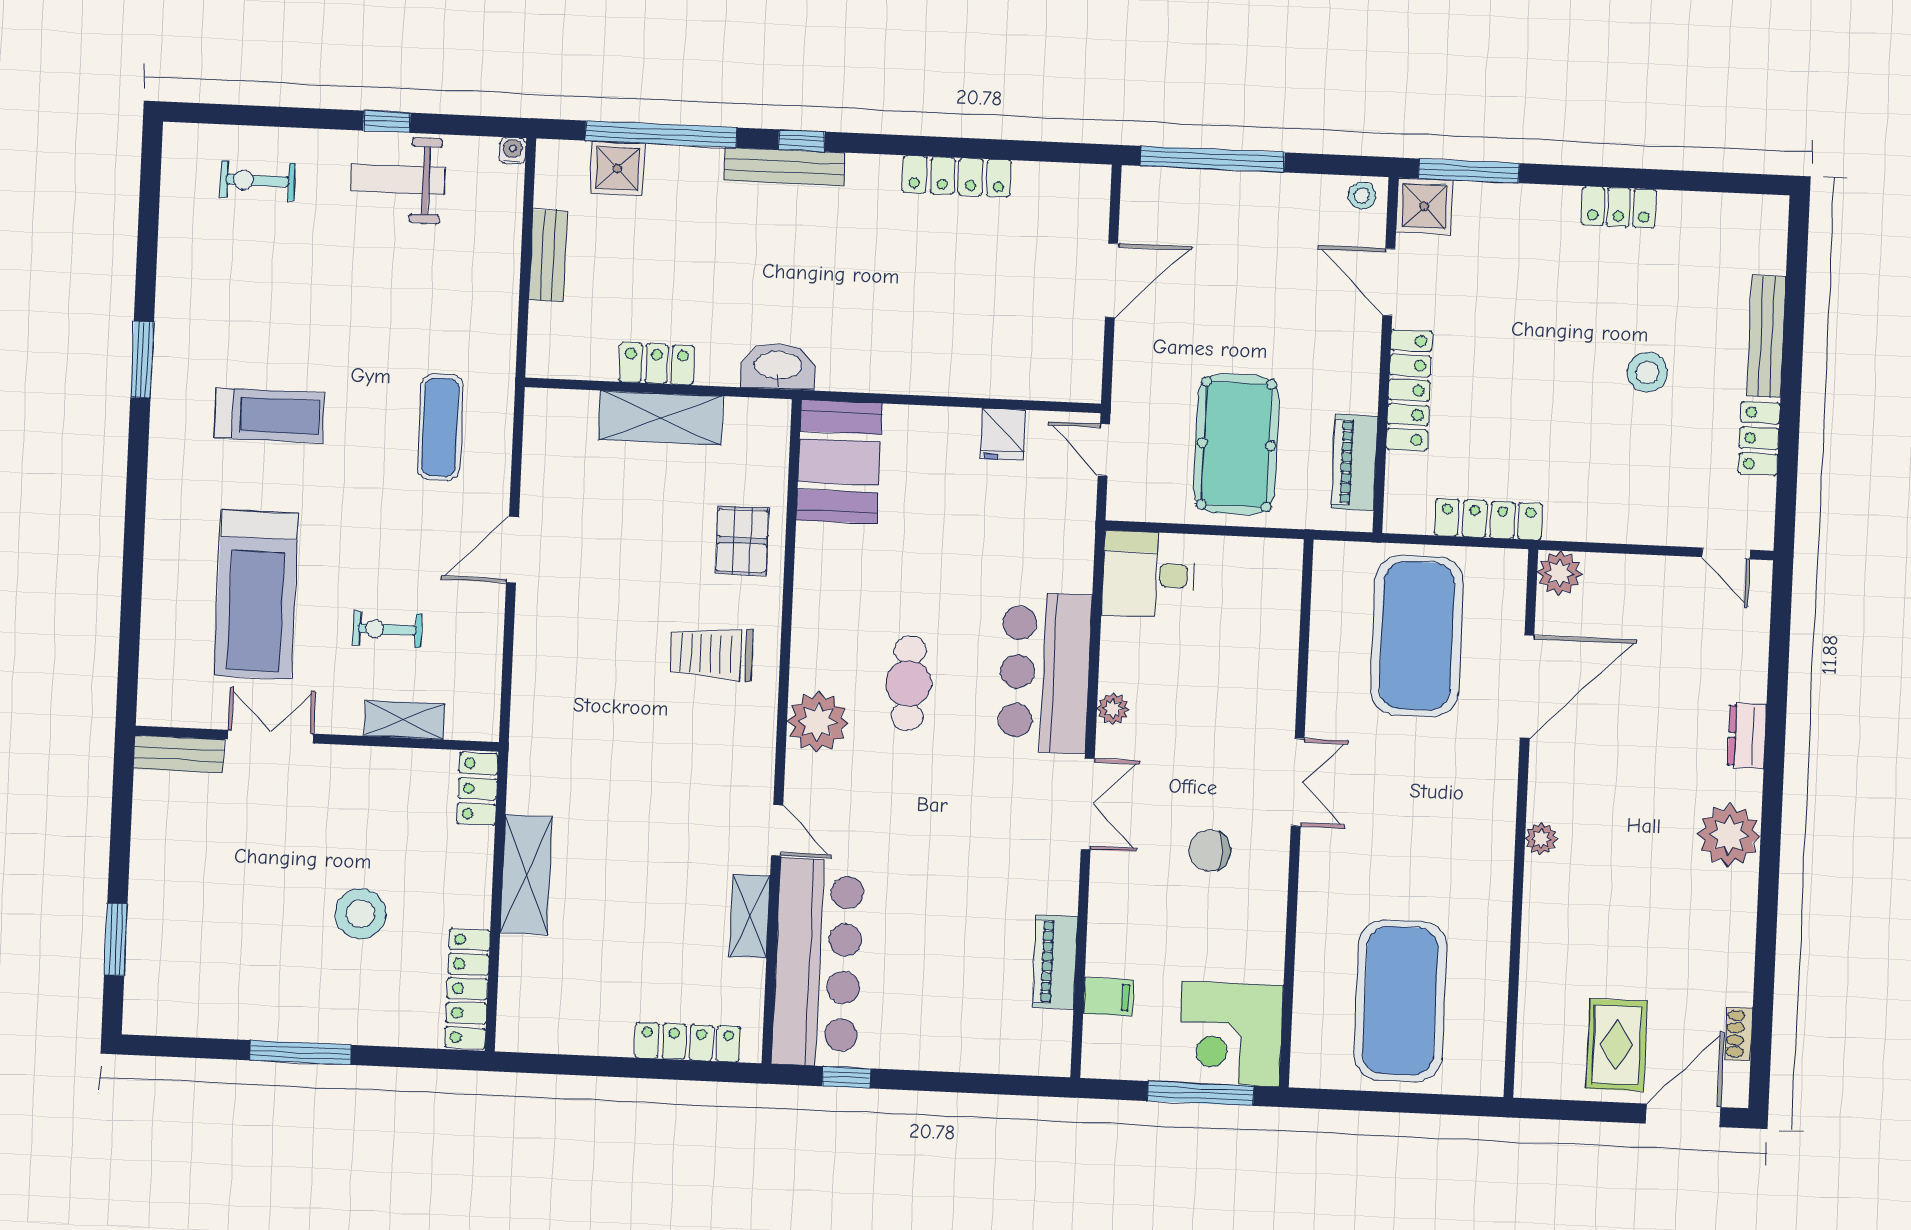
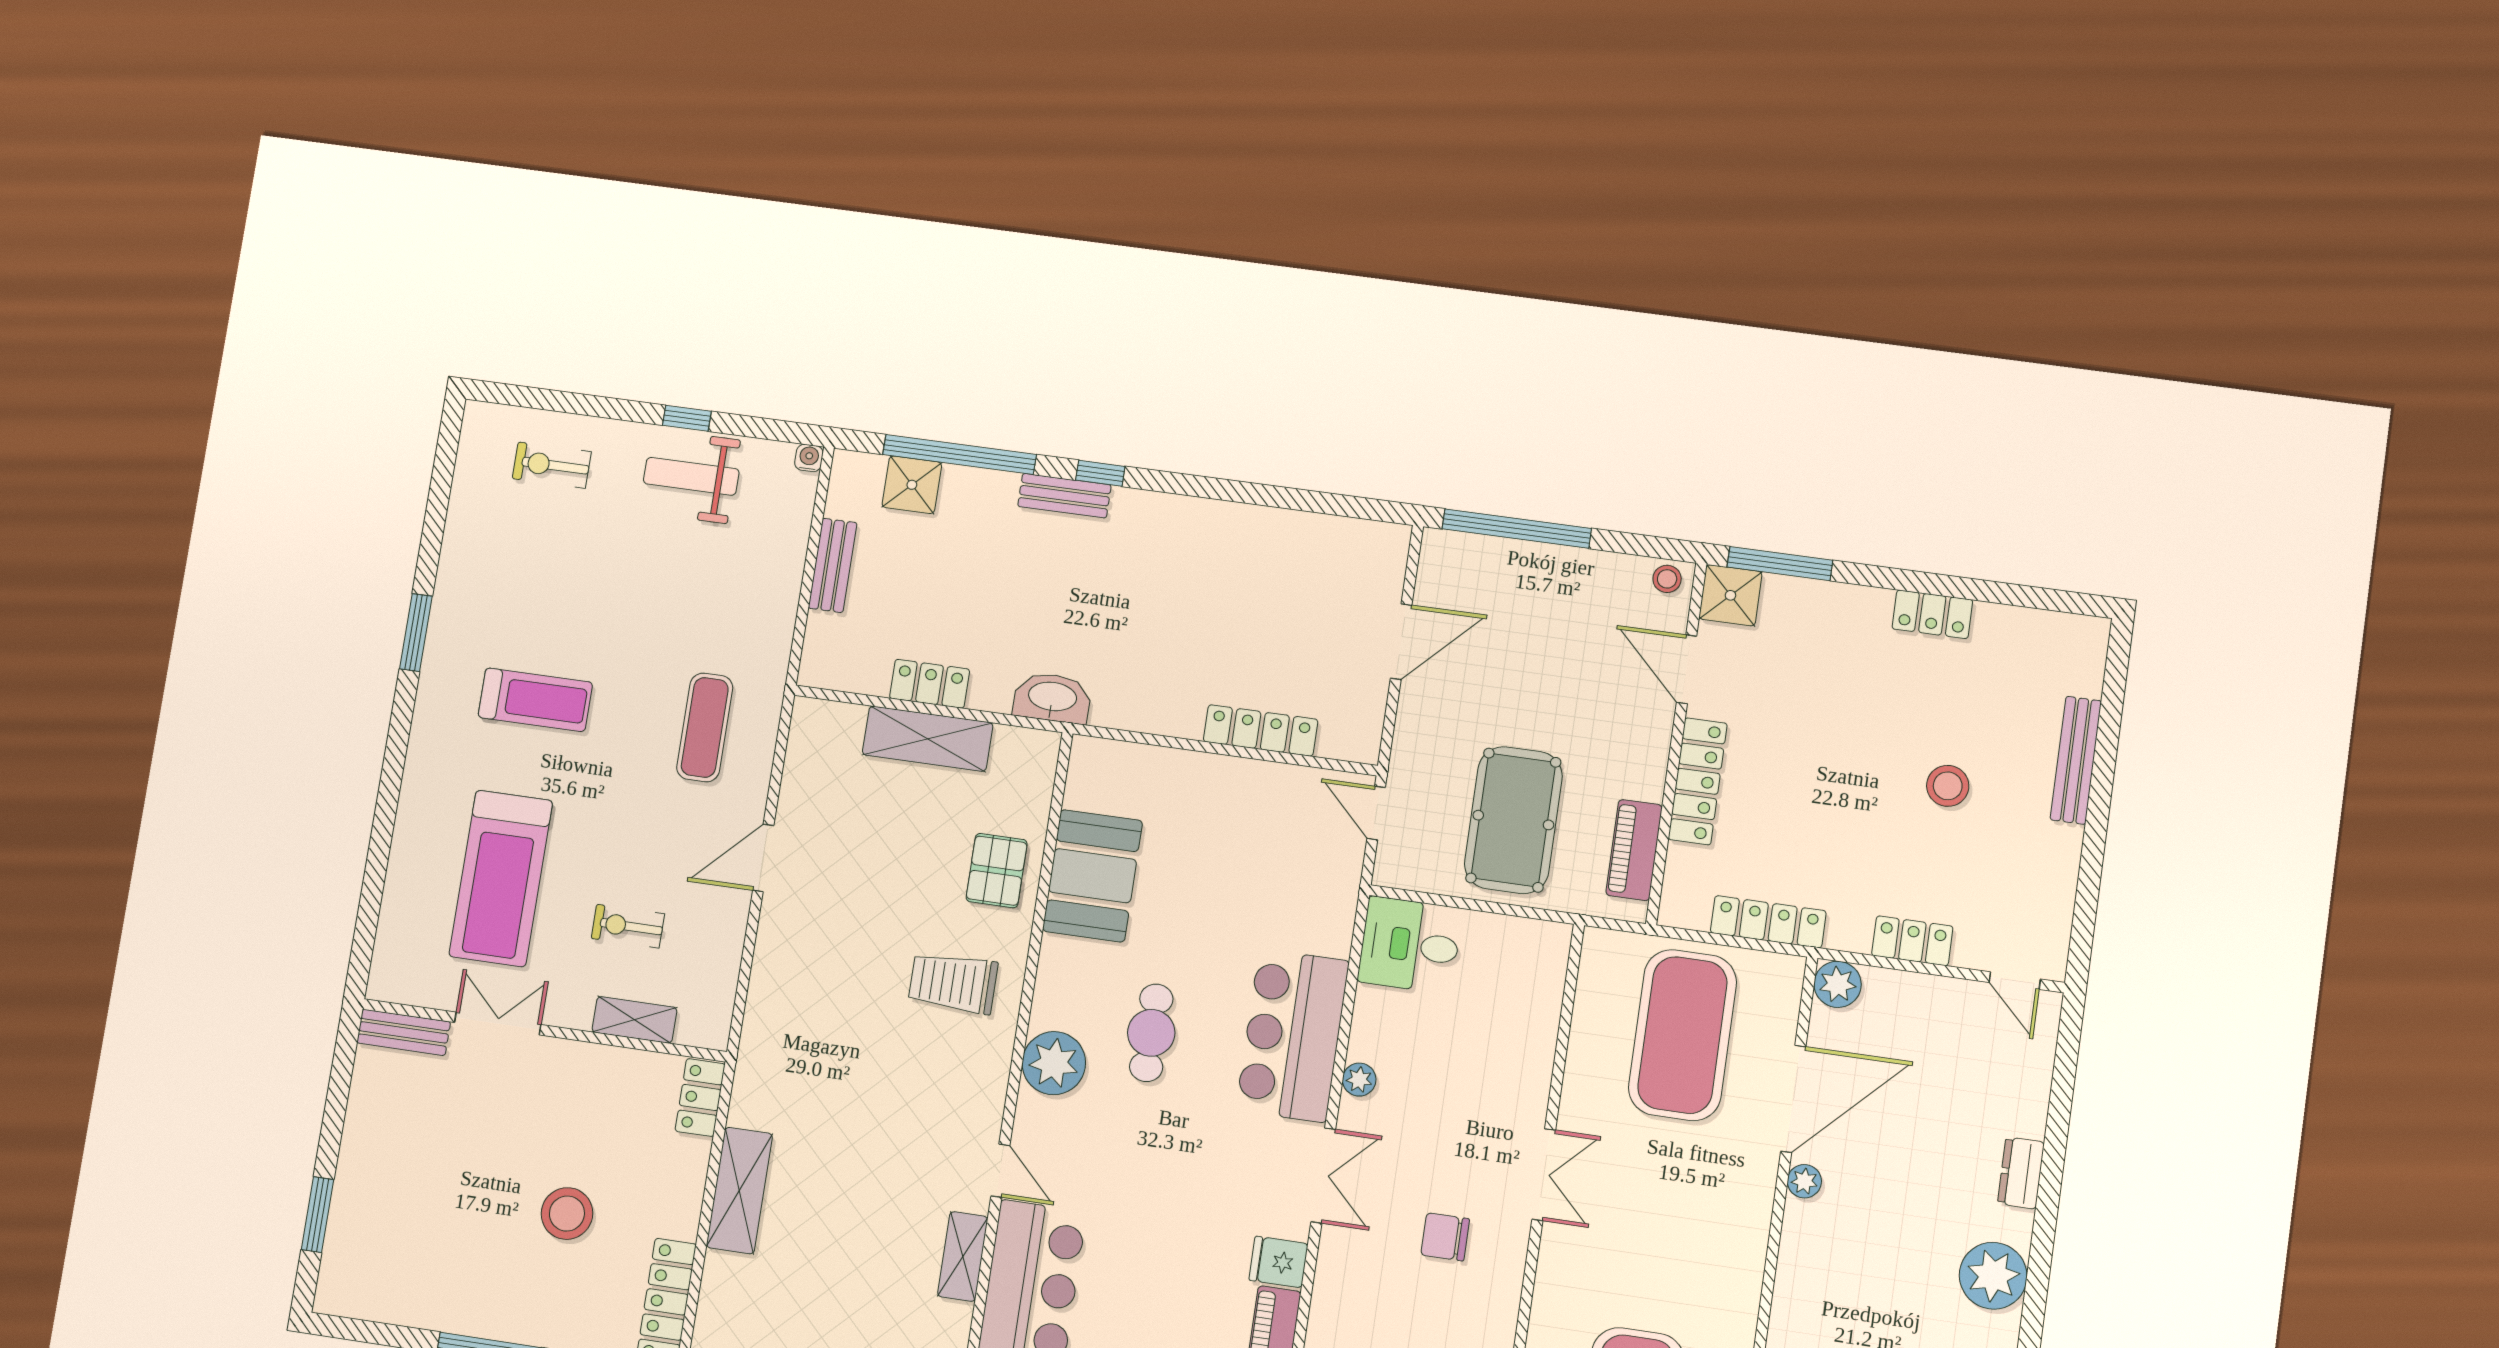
bench: (785, 167) -> (1064, 496), width x0.73
locker: (957, 176) -> (1261, 730), moved, turned 180
fridge: (1003, 435) -> (1279, 1262), moved, turned 90
locker: (1759, 438) -> (1912, 941), moved, turned 90
booth: (839, 462) -> (1092, 876), moved
plant: (1541, 839) -> (1804, 1181), moved

